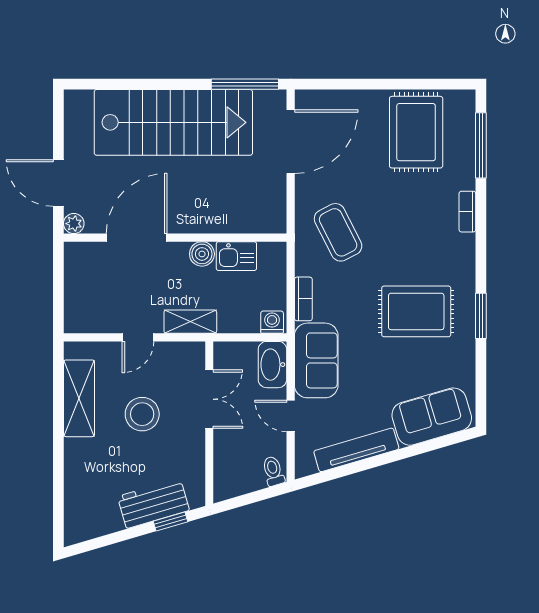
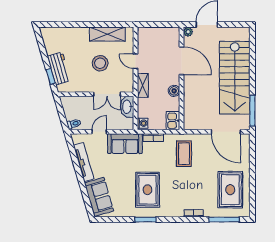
rug: (416, 132) -> (230, 190), turned 90
coffee table: (338, 232) -> (184, 154), turned -63
kitchen sink: (236, 256) -> (173, 121), moved
washbasin: (272, 365) -> (127, 107), moved, turned -90

